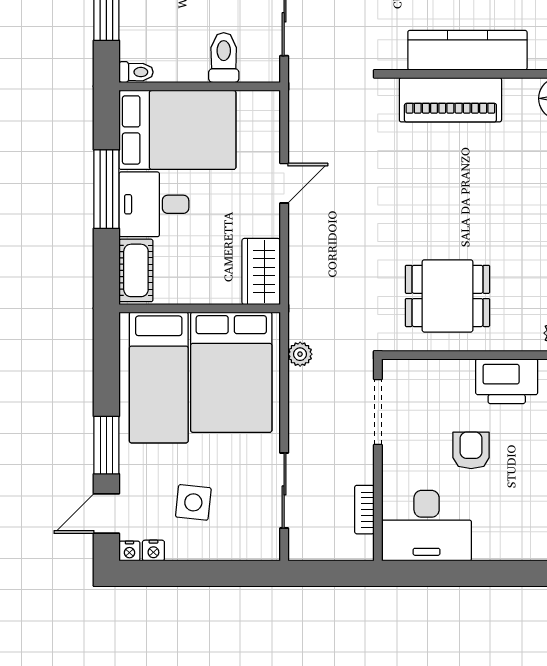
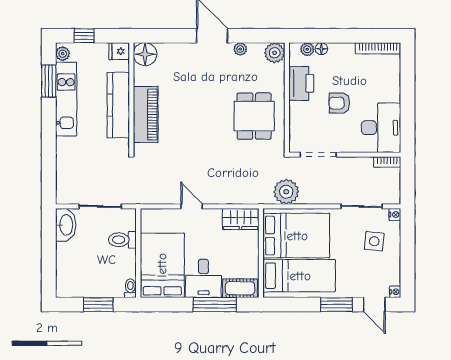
window: (106, 189) -> (215, 305), moved
plant: (300, 354) -> (286, 192), width x1.88, depth x1.88
side table: (193, 502) -> (374, 241), moved
bookcase: (364, 510) -> (387, 162), moved
nightstand: (153, 551) -> (395, 215), moved

